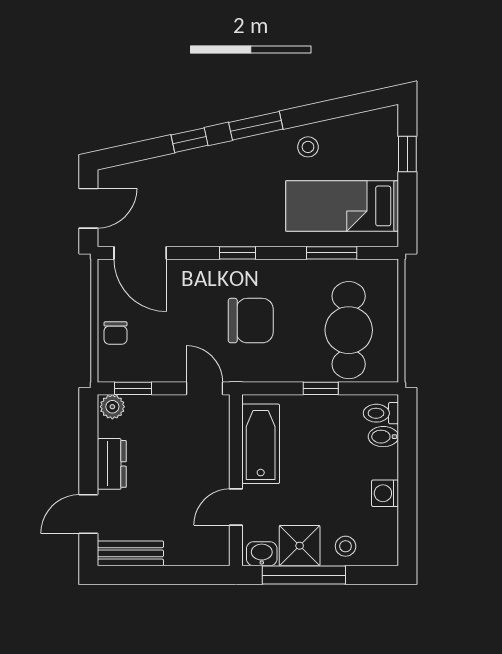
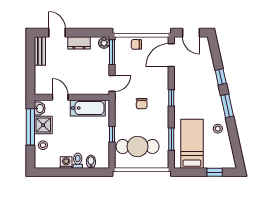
chair: (251, 321) -> (142, 104), width x0.54, depth x0.54
window: (133, 388) -> (112, 52), width x1.50
toilet: (381, 413) -> (78, 161), moved

